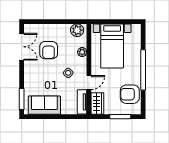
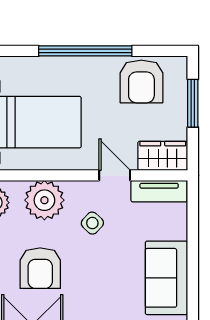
armchair: (49, 50) -> (40, 268), turned 90
plant: (82, 52) -> (44, 200), width x1.88, depth x1.88

